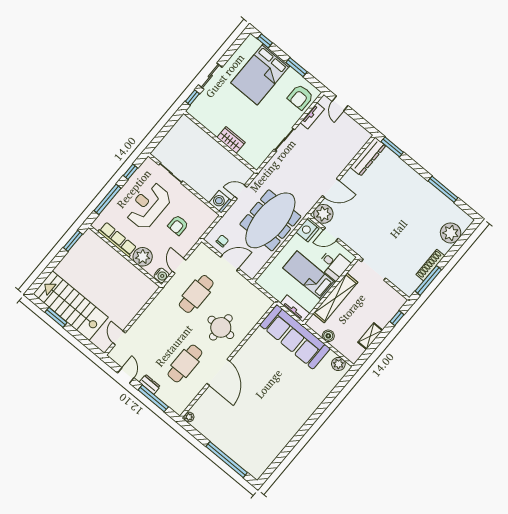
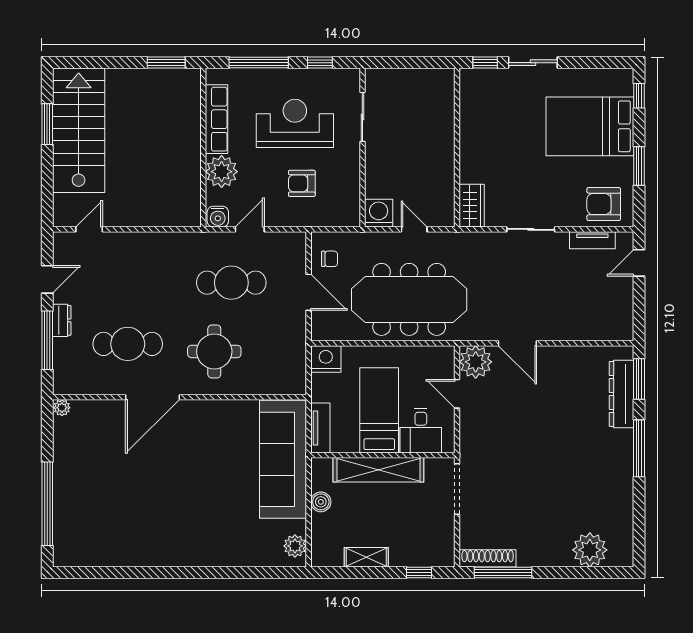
wardrobe: (231, 140) -> (472, 206), moved
dresser: (368, 157) -> (621, 394), moved, turned 90
window: (443, 189) -> (639, 448), moved
nightstand: (307, 230) -> (326, 359), moved
shoe rack: (430, 265) -> (488, 558), moved

